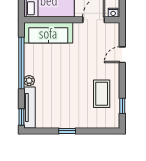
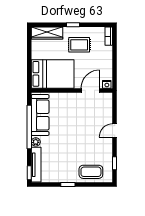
sofa: (48, 33) -> (40, 115), moved, turned -90
door: (122, 55) -> (115, 131), moved
coffee table: (102, 94) -> (91, 172), moved, turned 90

